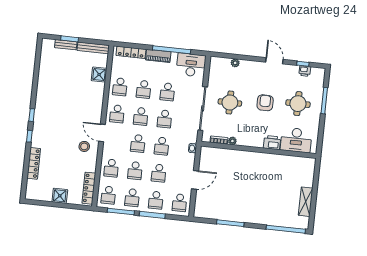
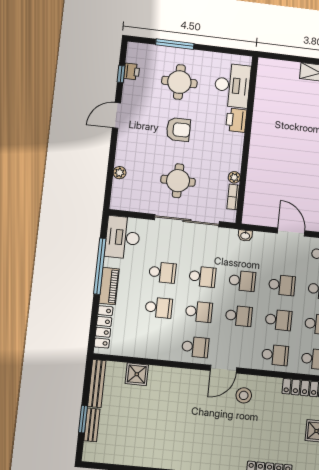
school desk: (120, 87) -> (155, 343), removed
armchair: (265, 103) -> (178, 130), turned 180

